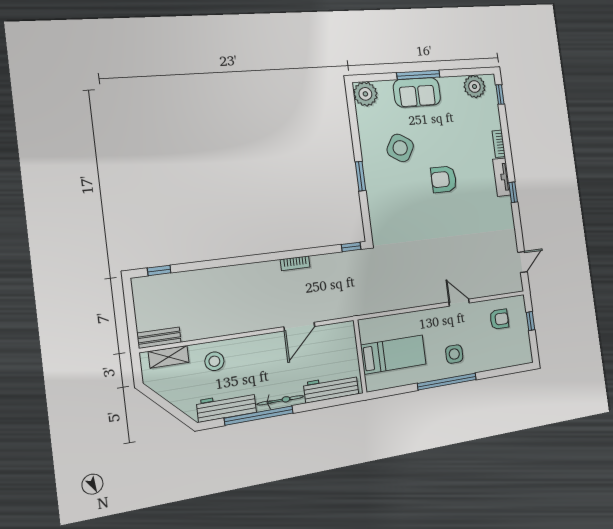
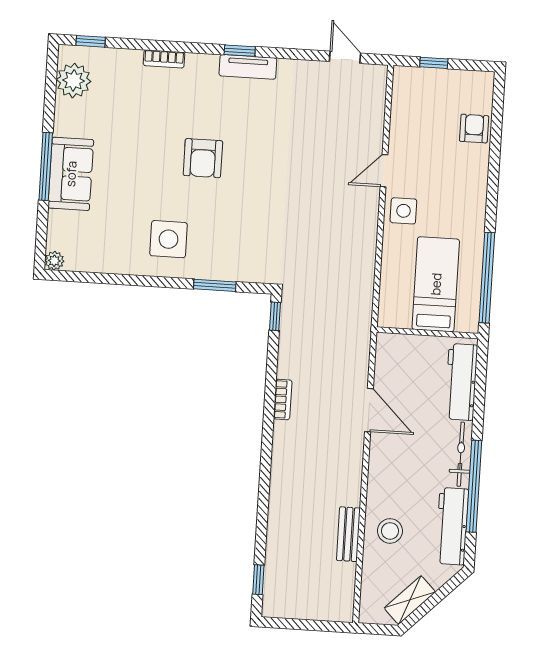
plant: (365, 94) -> (54, 261), width x0.53, depth x0.53
side table: (400, 148) -> (169, 239), moved, turned -31
window: (361, 176) -> (215, 285), moved
tv unit: (502, 177) -> (248, 67), moved
armchair: (499, 319) -> (474, 129), moved
bench: (159, 338) -> (348, 534), moved
side table: (454, 354) -> (403, 211), moved
shelving: (169, 357) -> (410, 600), moved, turned 45
window: (447, 382) -> (487, 278), moved

